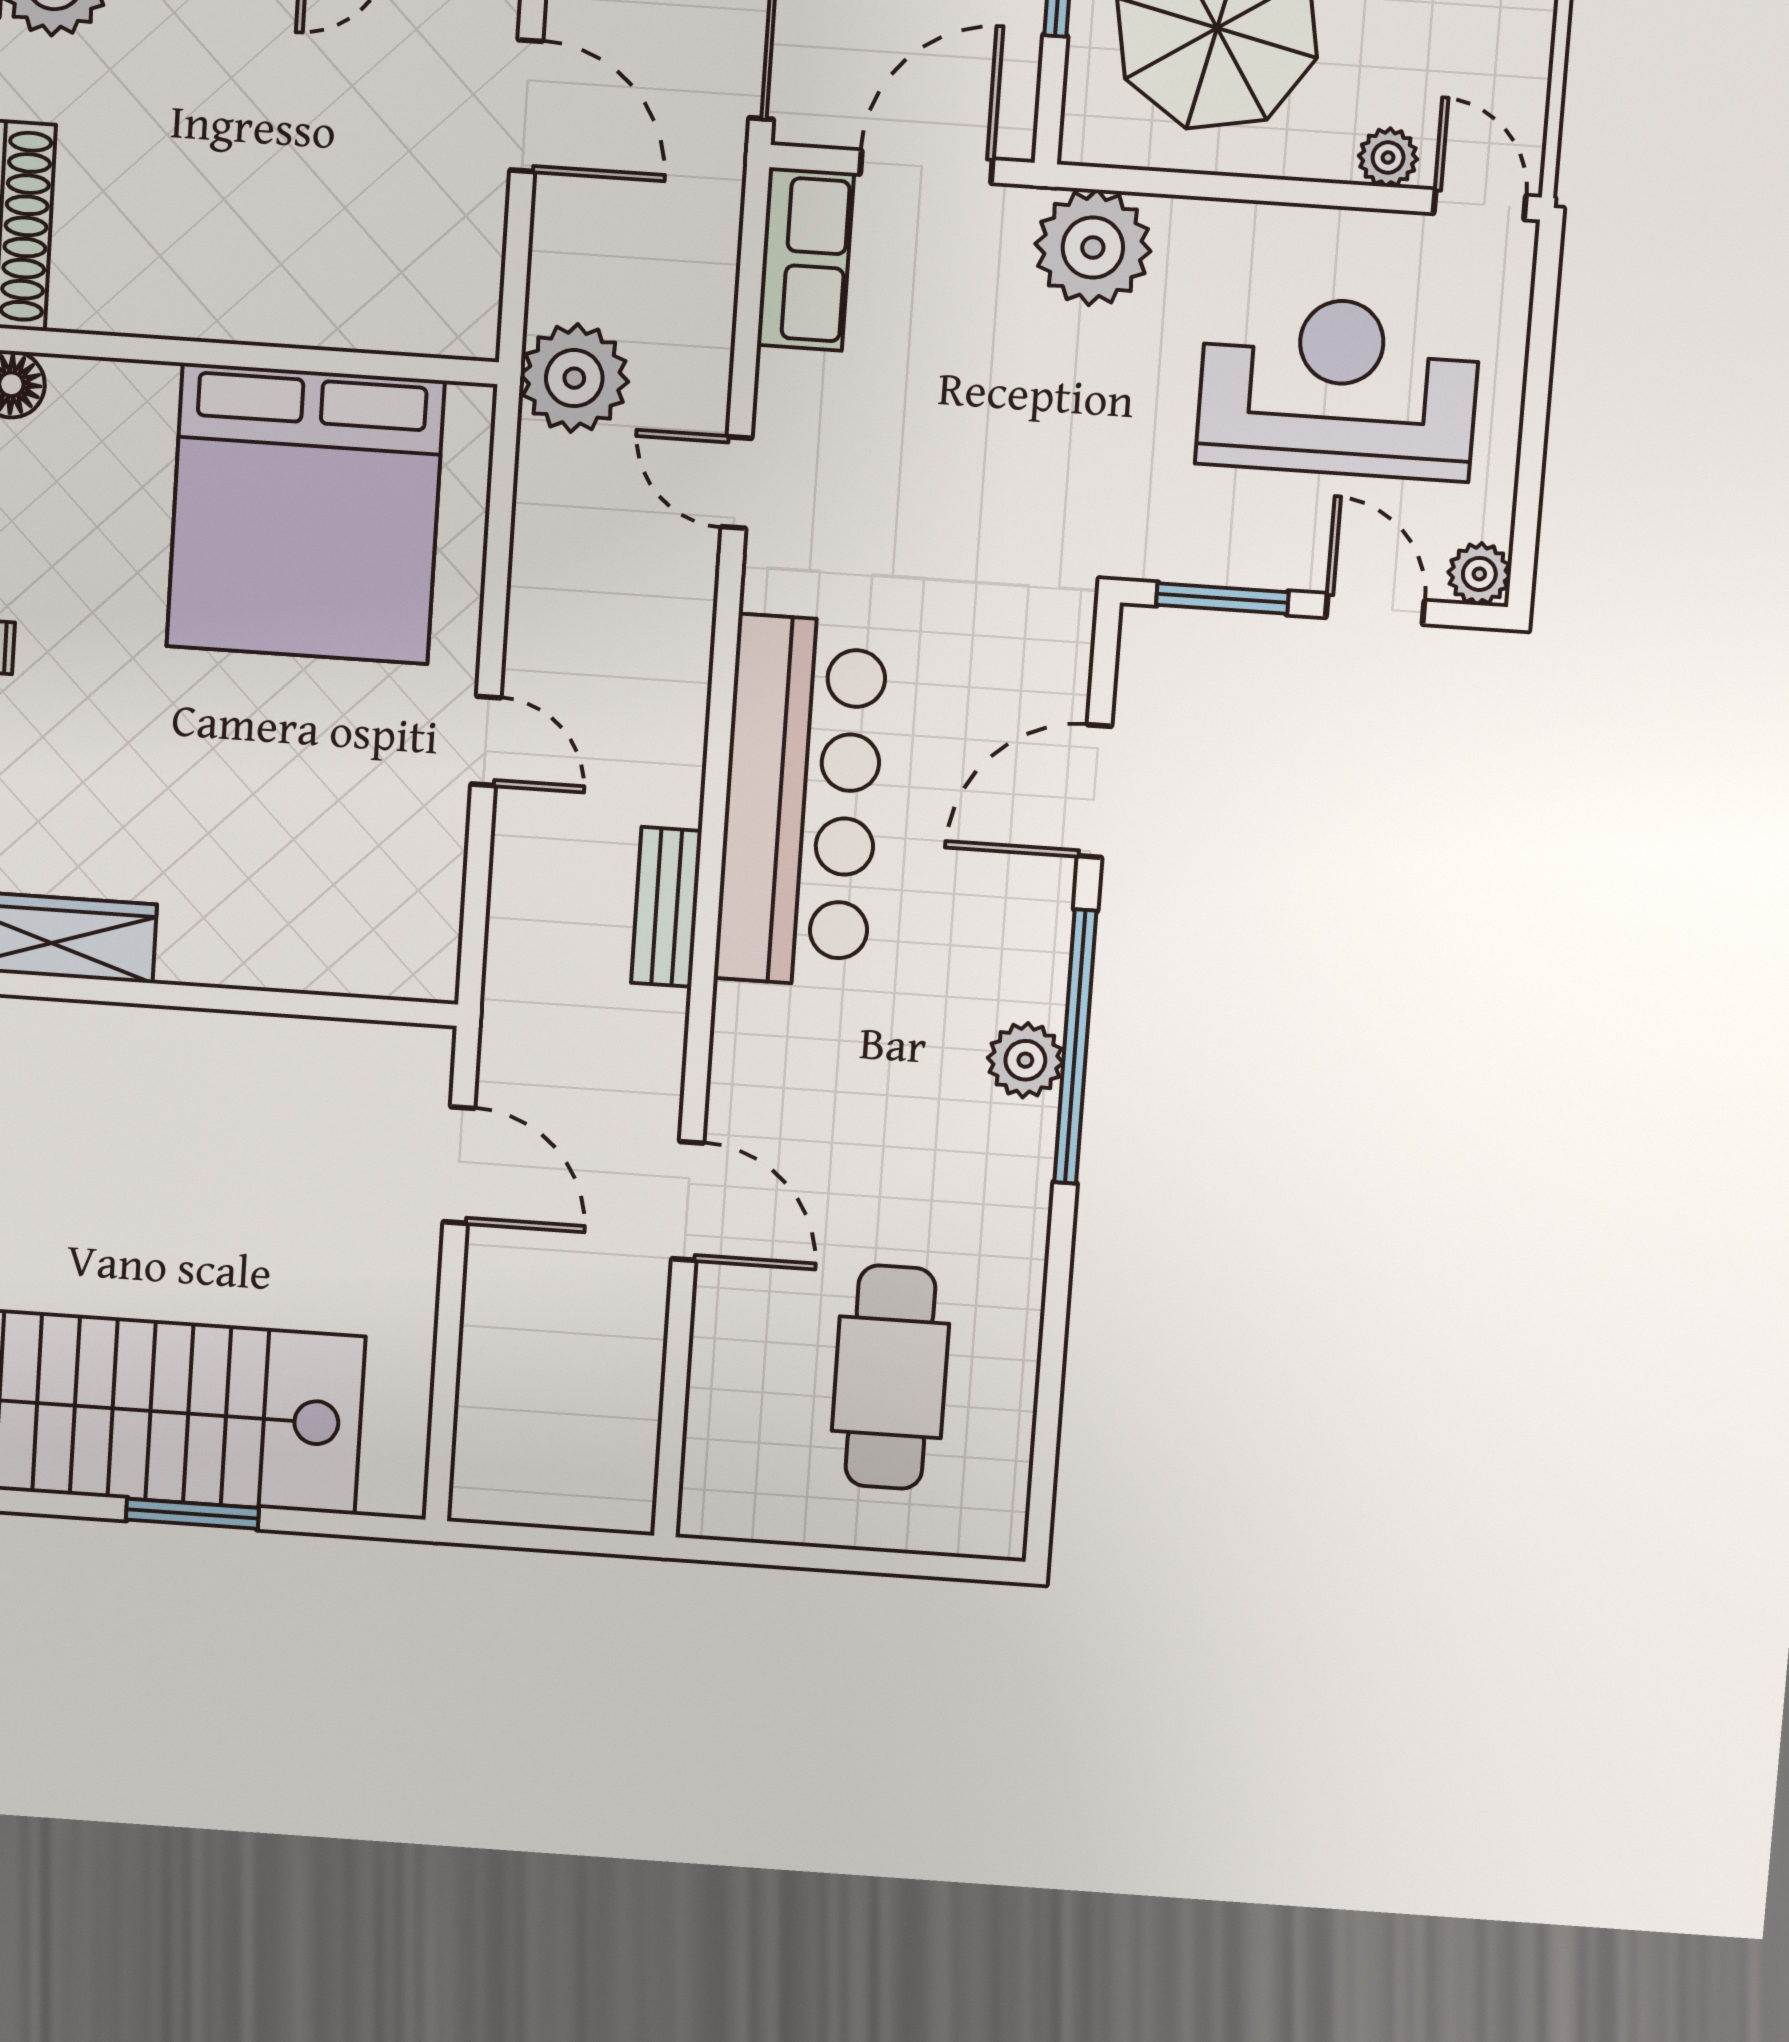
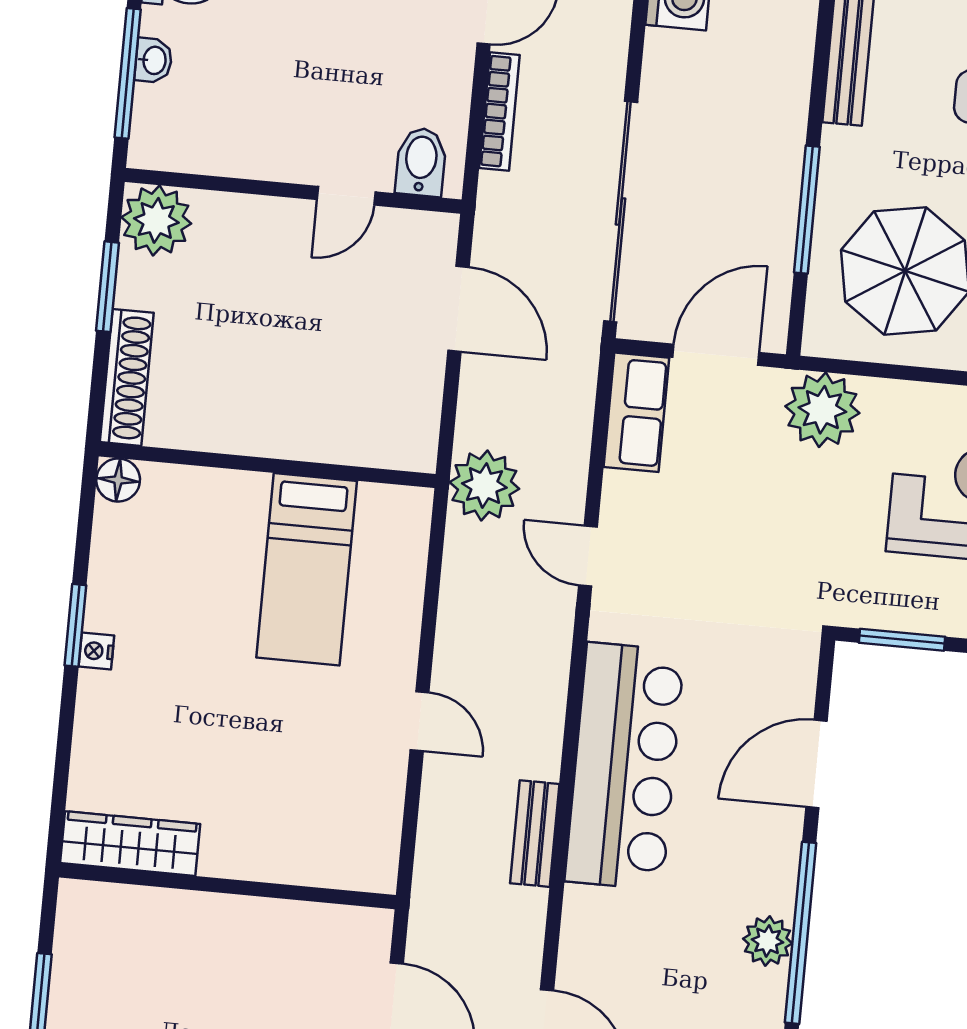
bed: (305, 514) -> (307, 569), width x0.49

